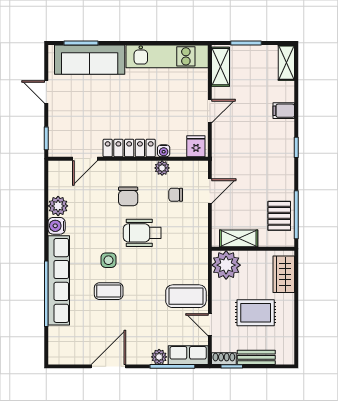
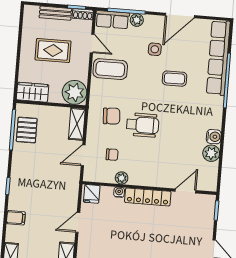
chair: (128, 196) -> (112, 116), moved, turned 86
shelving: (239, 238) -> (77, 124), moved, turned 90
side table: (108, 260) -> (155, 49), moved
wardrobe: (284, 274) -> (33, 92), moved, turned -90
row of seats: (59, 280) -> (218, 58), moved

